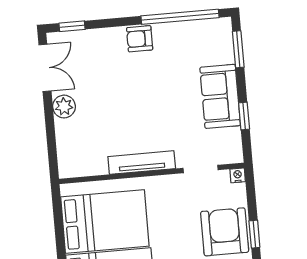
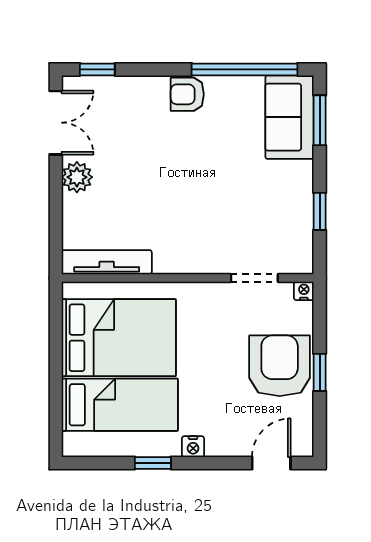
sofa: (220, 96) -> (290, 117), moved
tv unit: (142, 163) -> (107, 262), moved

